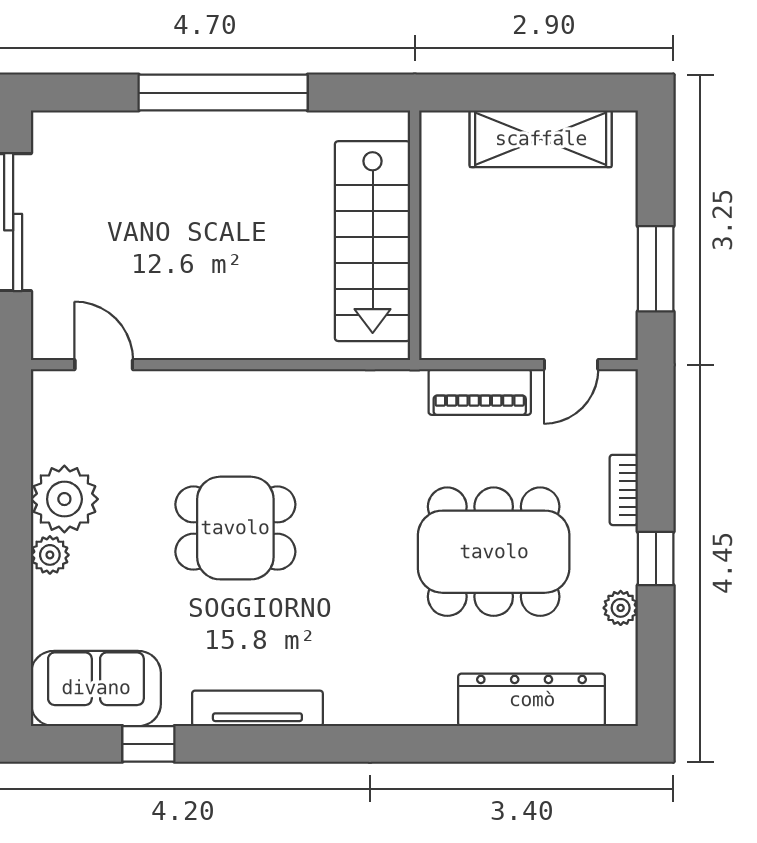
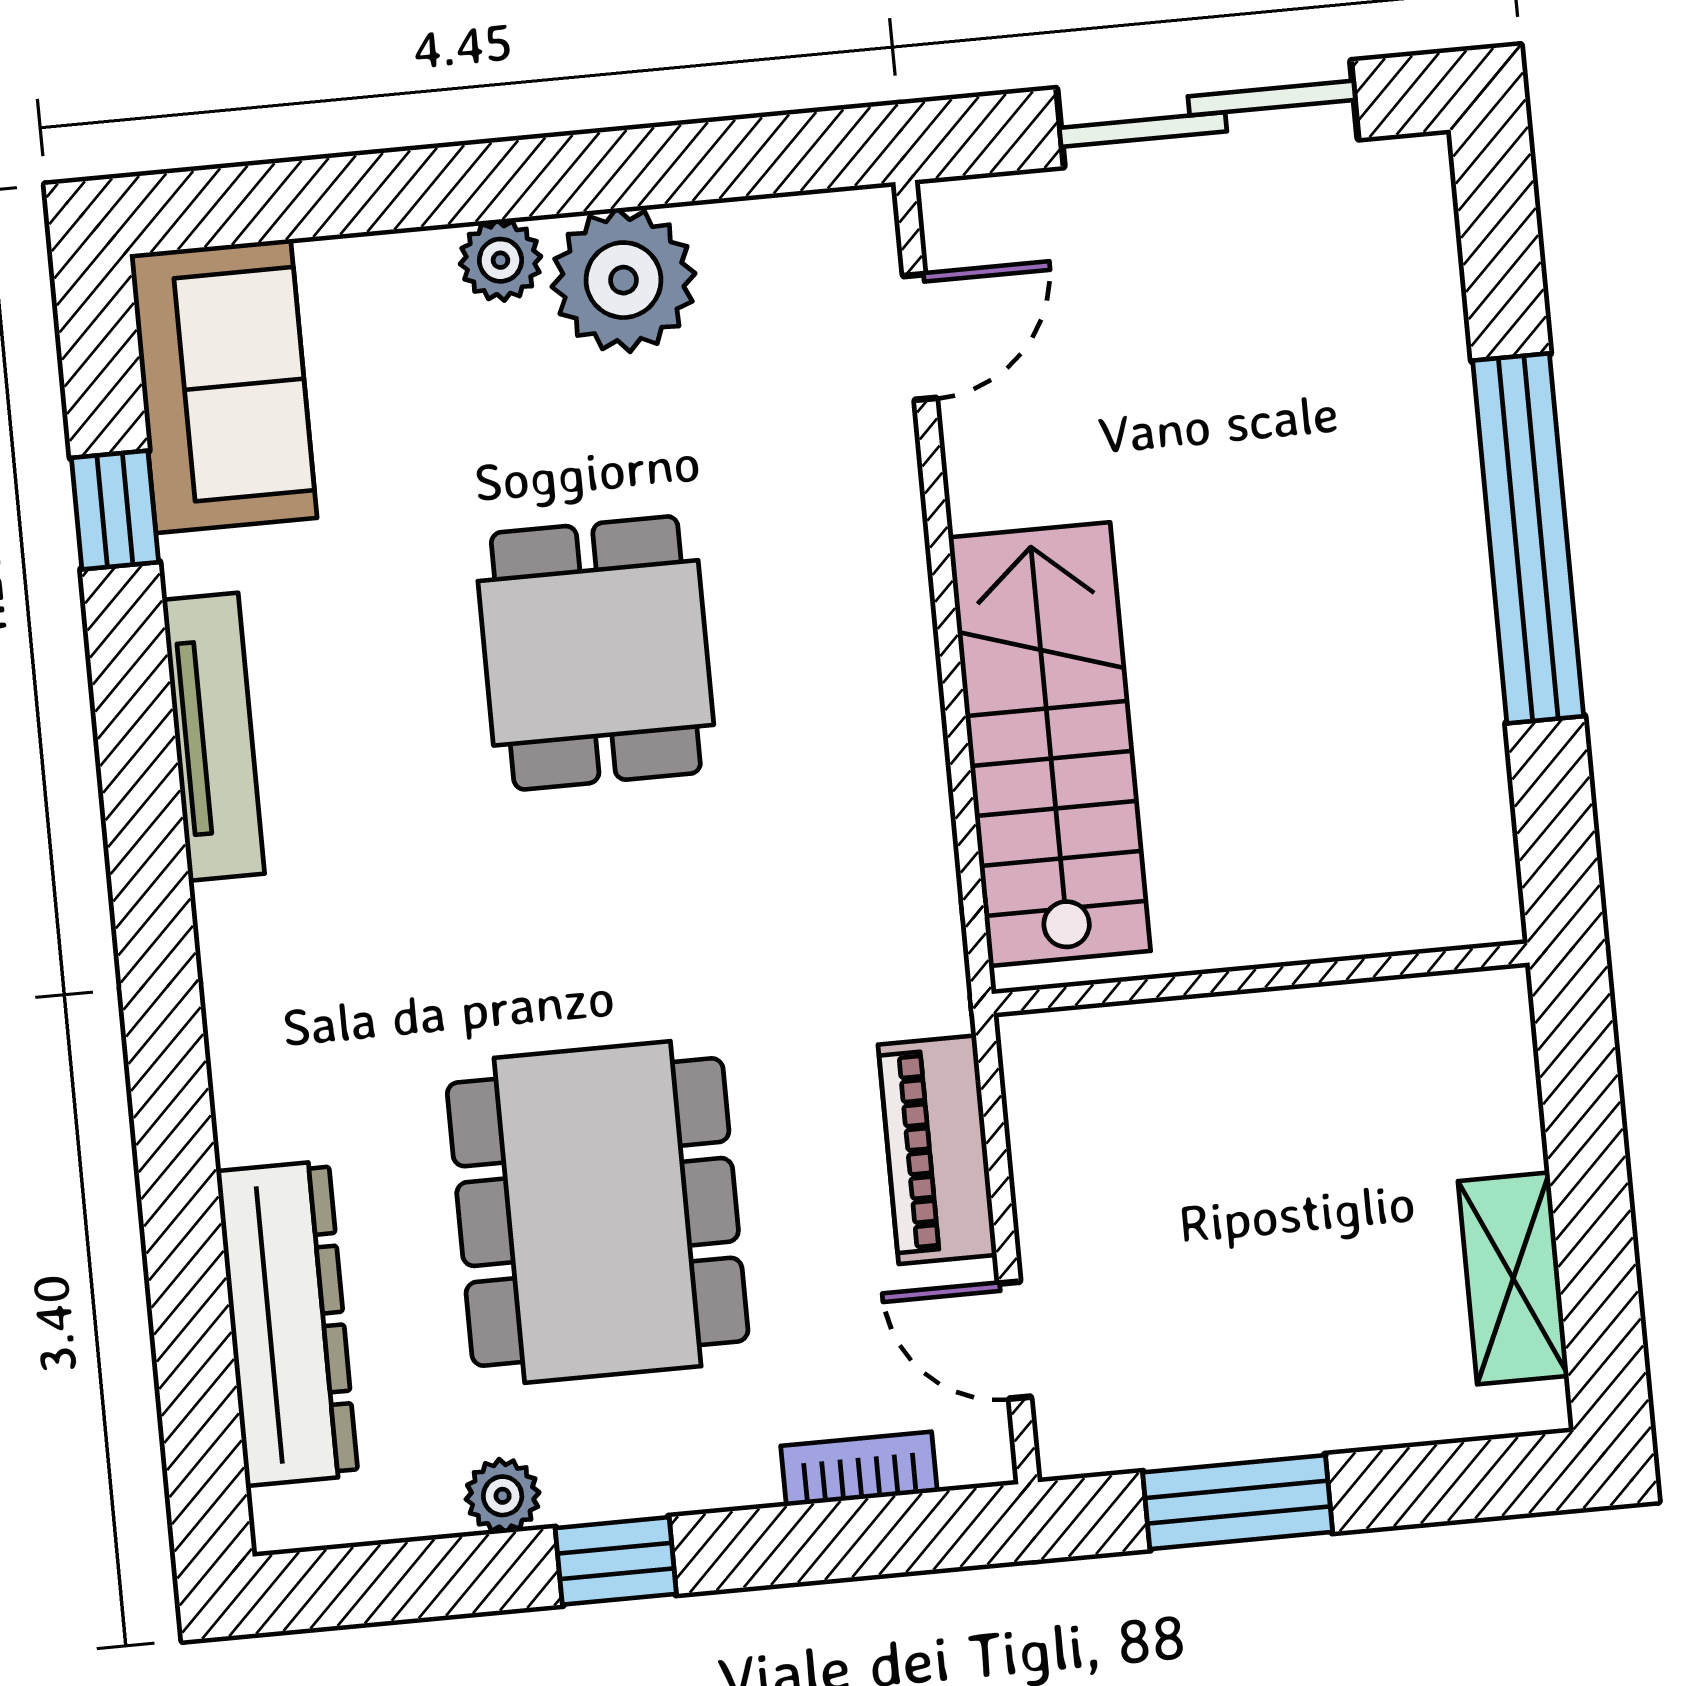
shelving: (541, 139) -> (1513, 1278), width x0.67, depth x0.75
stairs: (373, 241) -> (1050, 744), moved, turned 90
bookcase: (624, 490) -> (859, 1469), moved

